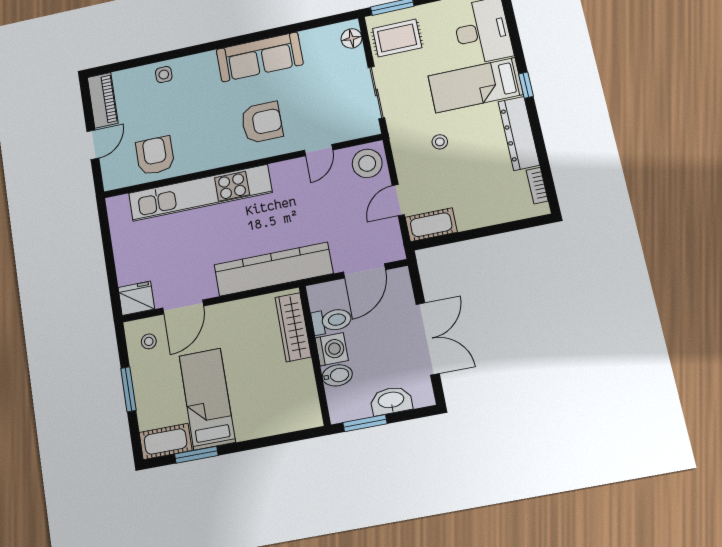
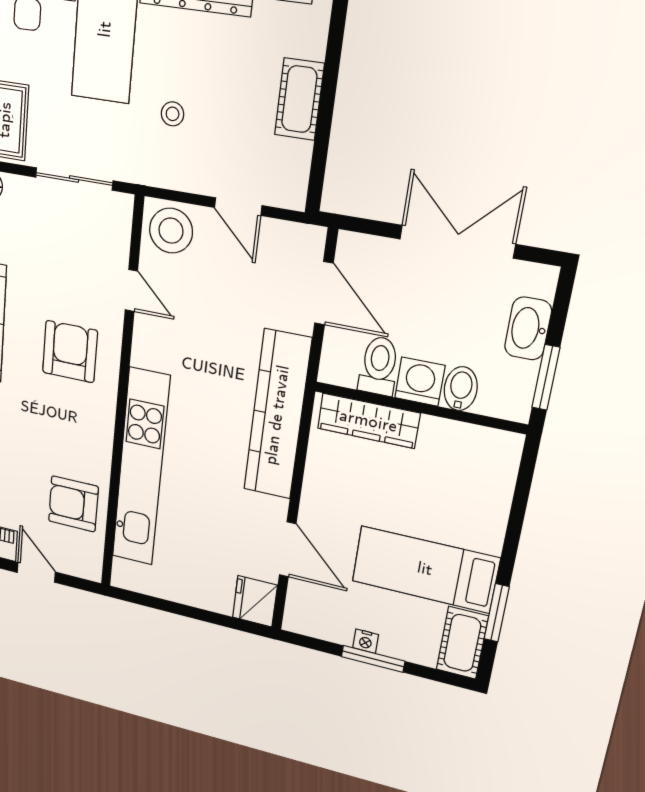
cot: (431, 225) -> (299, 99), moved
stool: (149, 341) -> (318, 609), removed
nightstand: (139, 380) -> (366, 641), added

